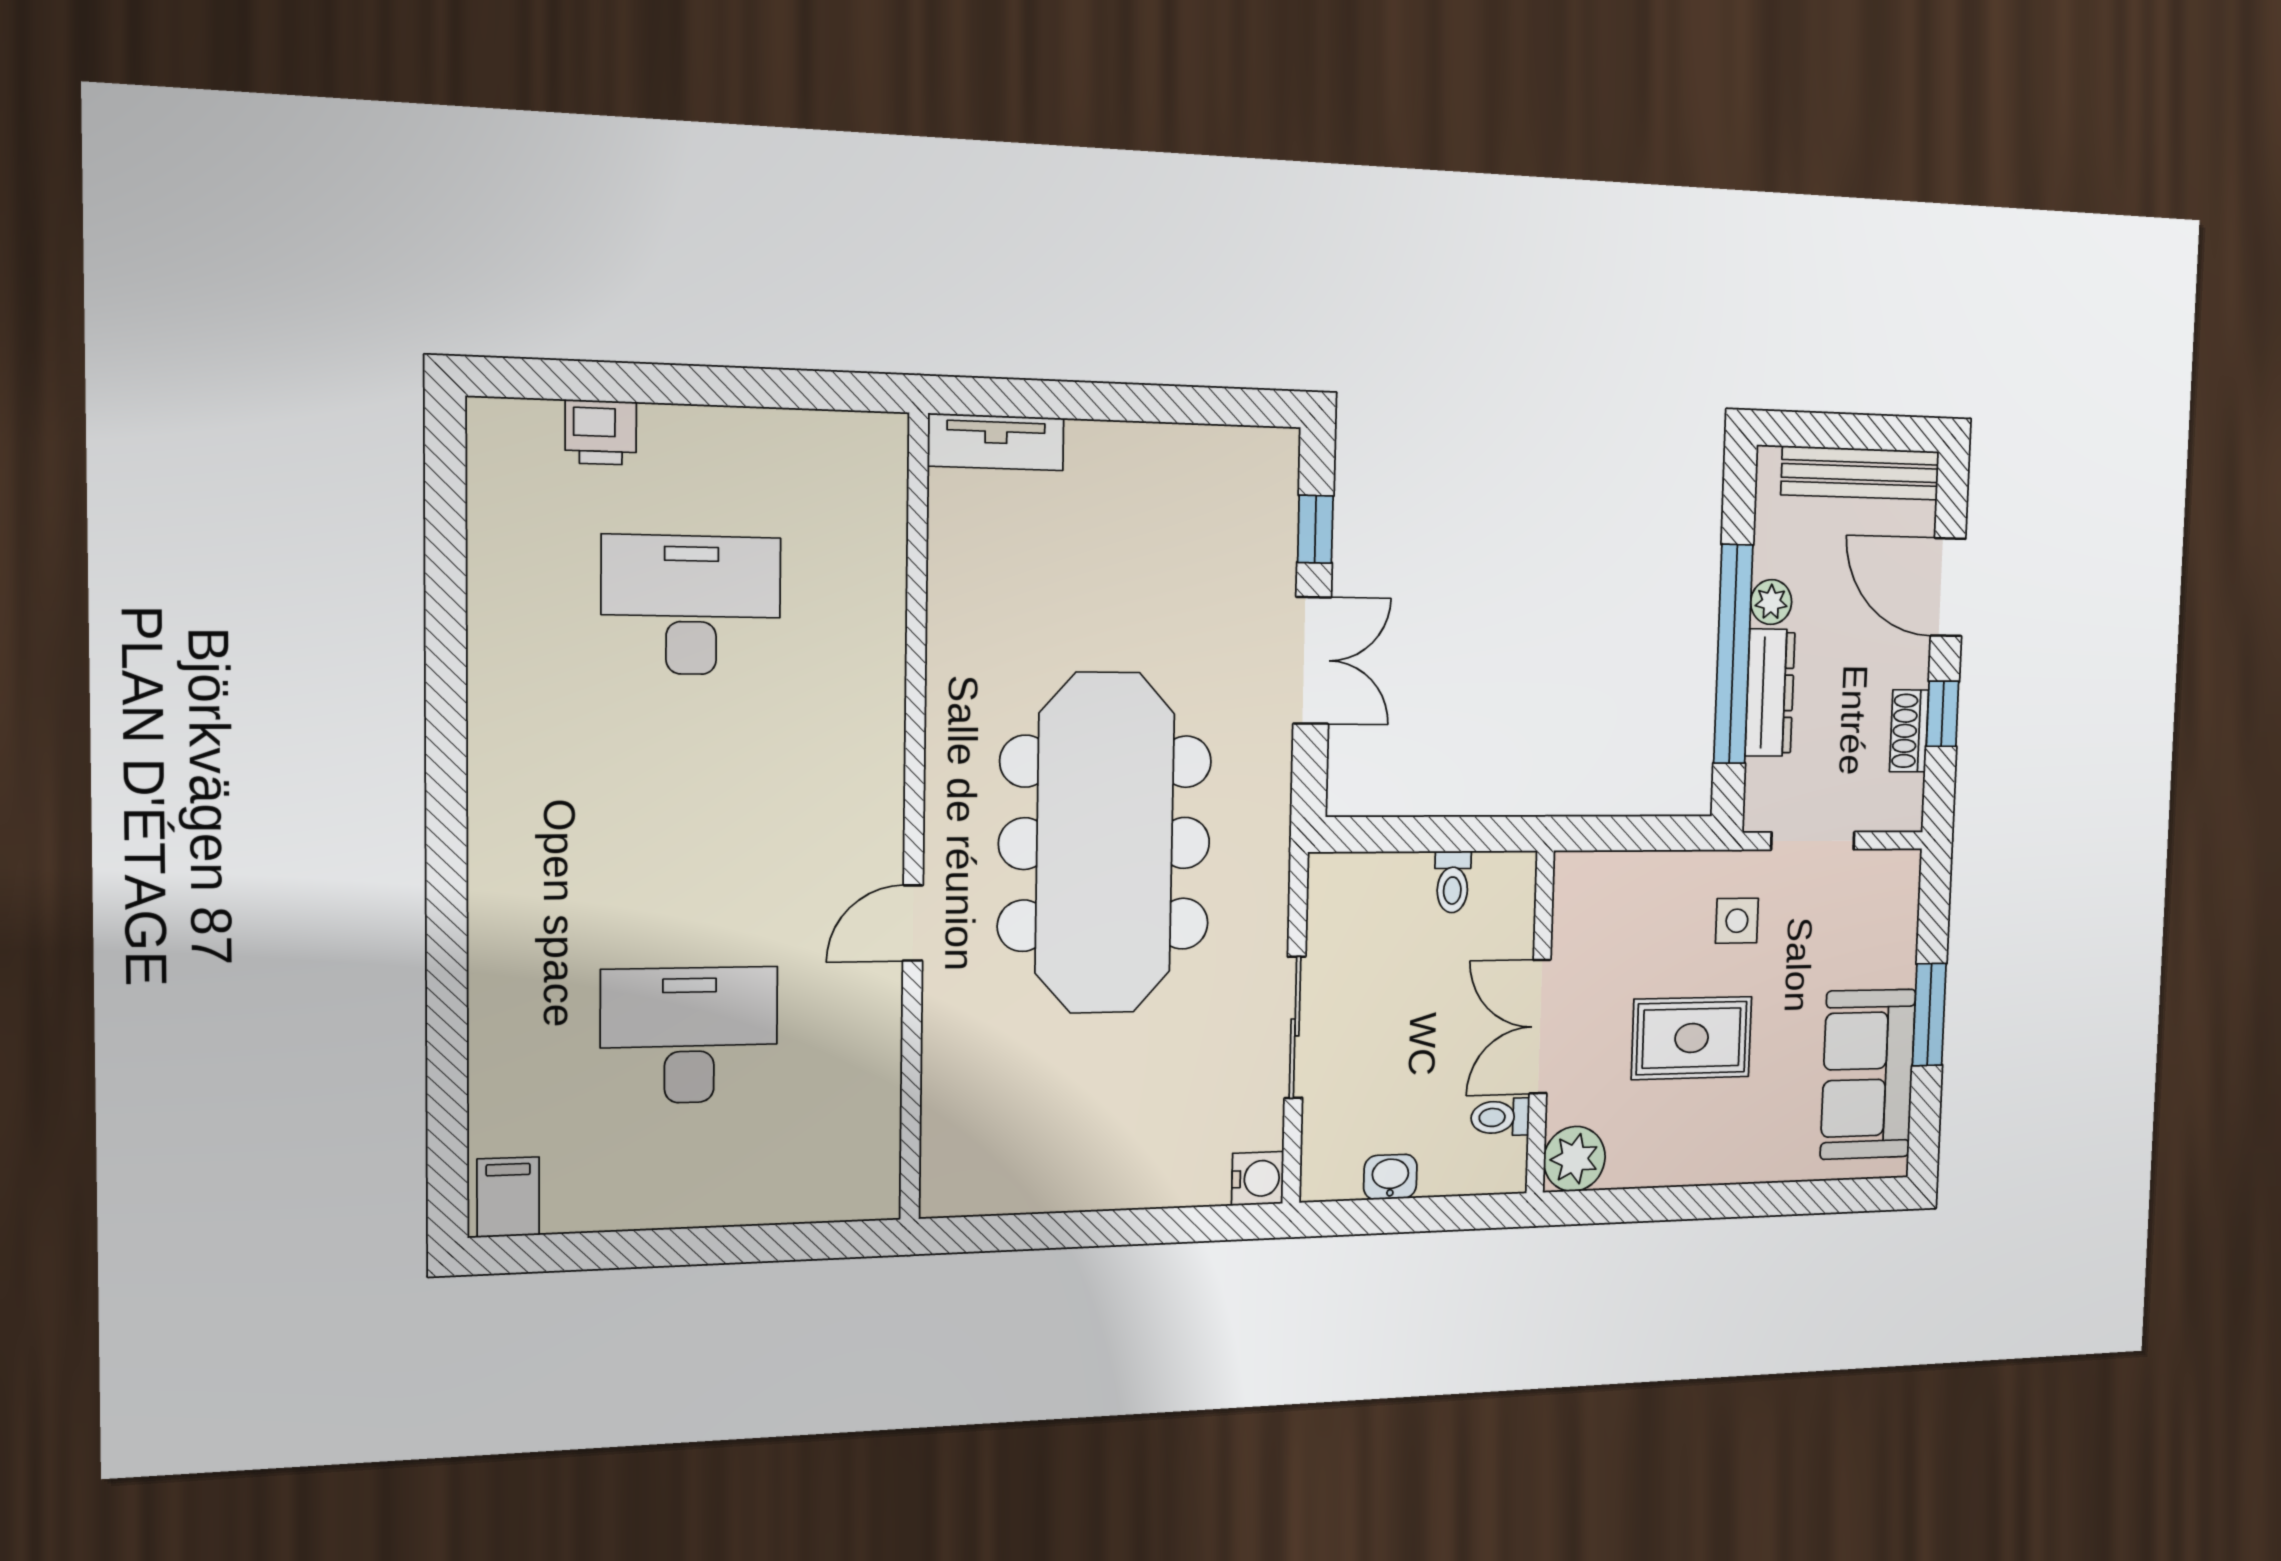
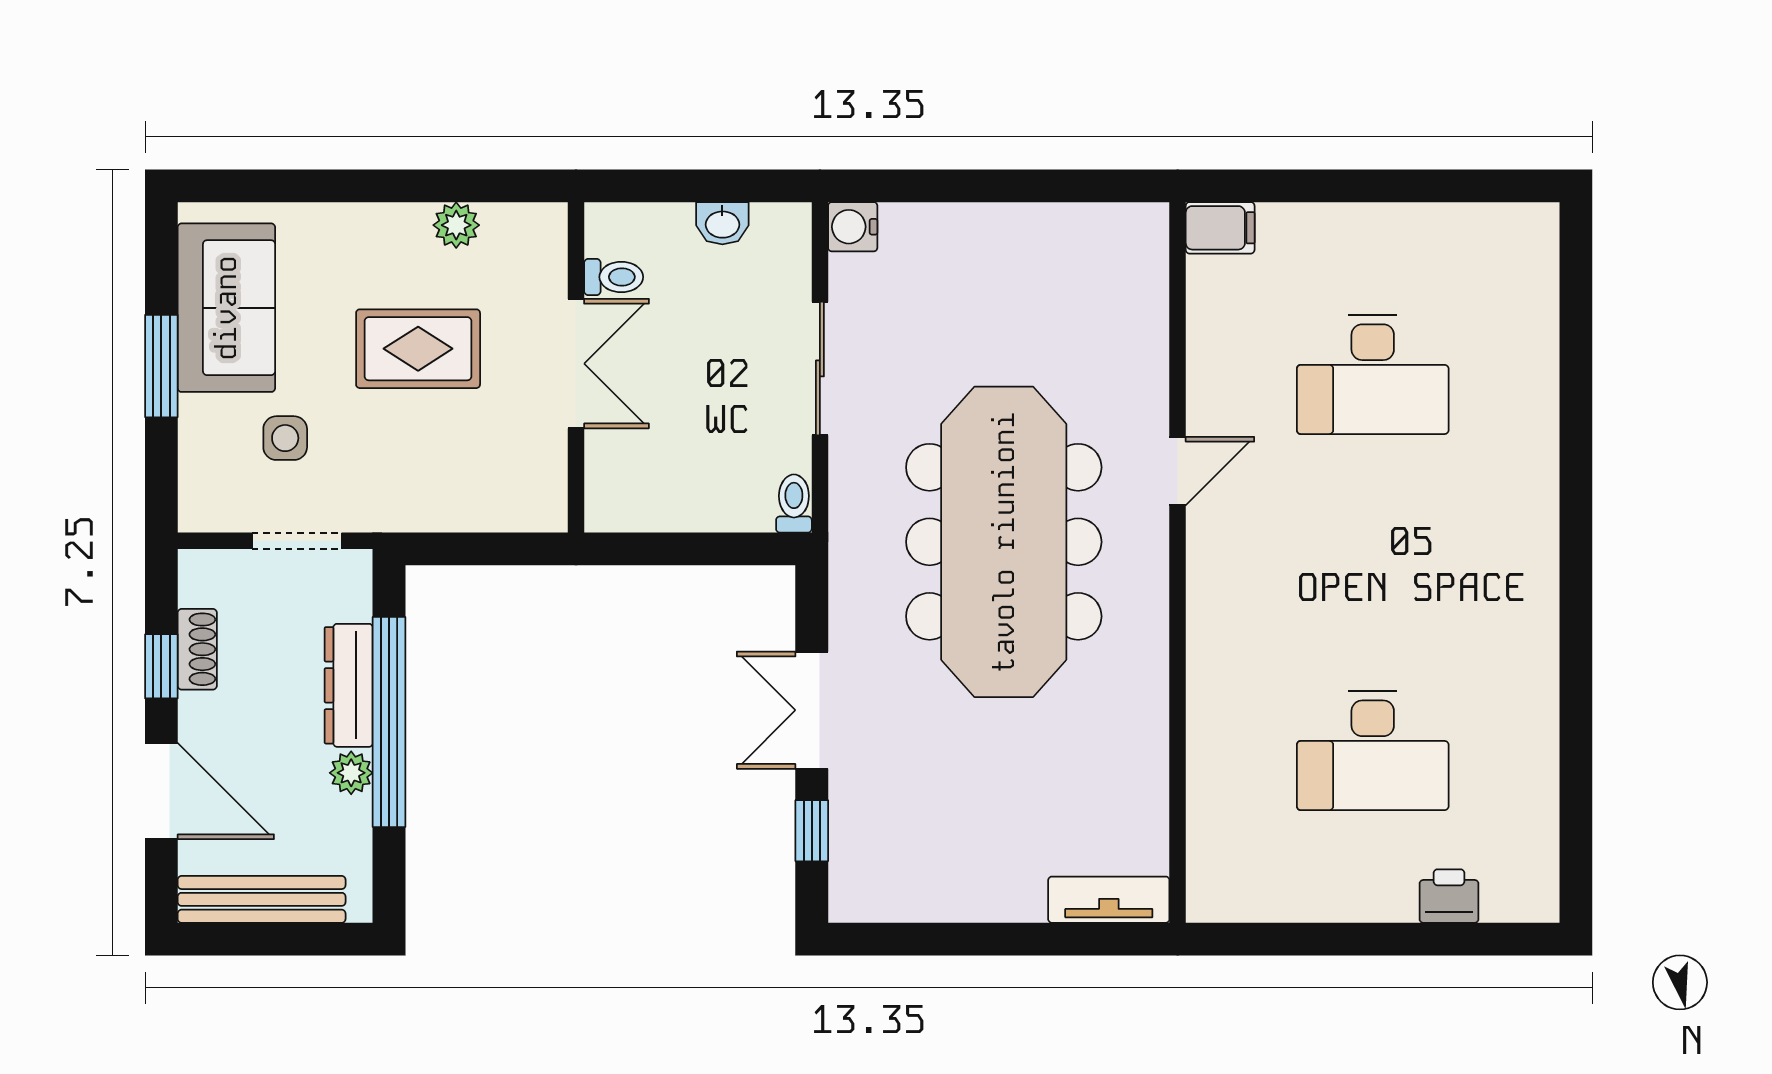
toilet: (1453, 882) -> (794, 504), moved
side table: (1737, 921) -> (285, 438), moved
plant: (1574, 1159) -> (456, 225), moved, width x0.73, depth x0.73
filing cabinet: (508, 1197) -> (1220, 228), moved, turned -90

